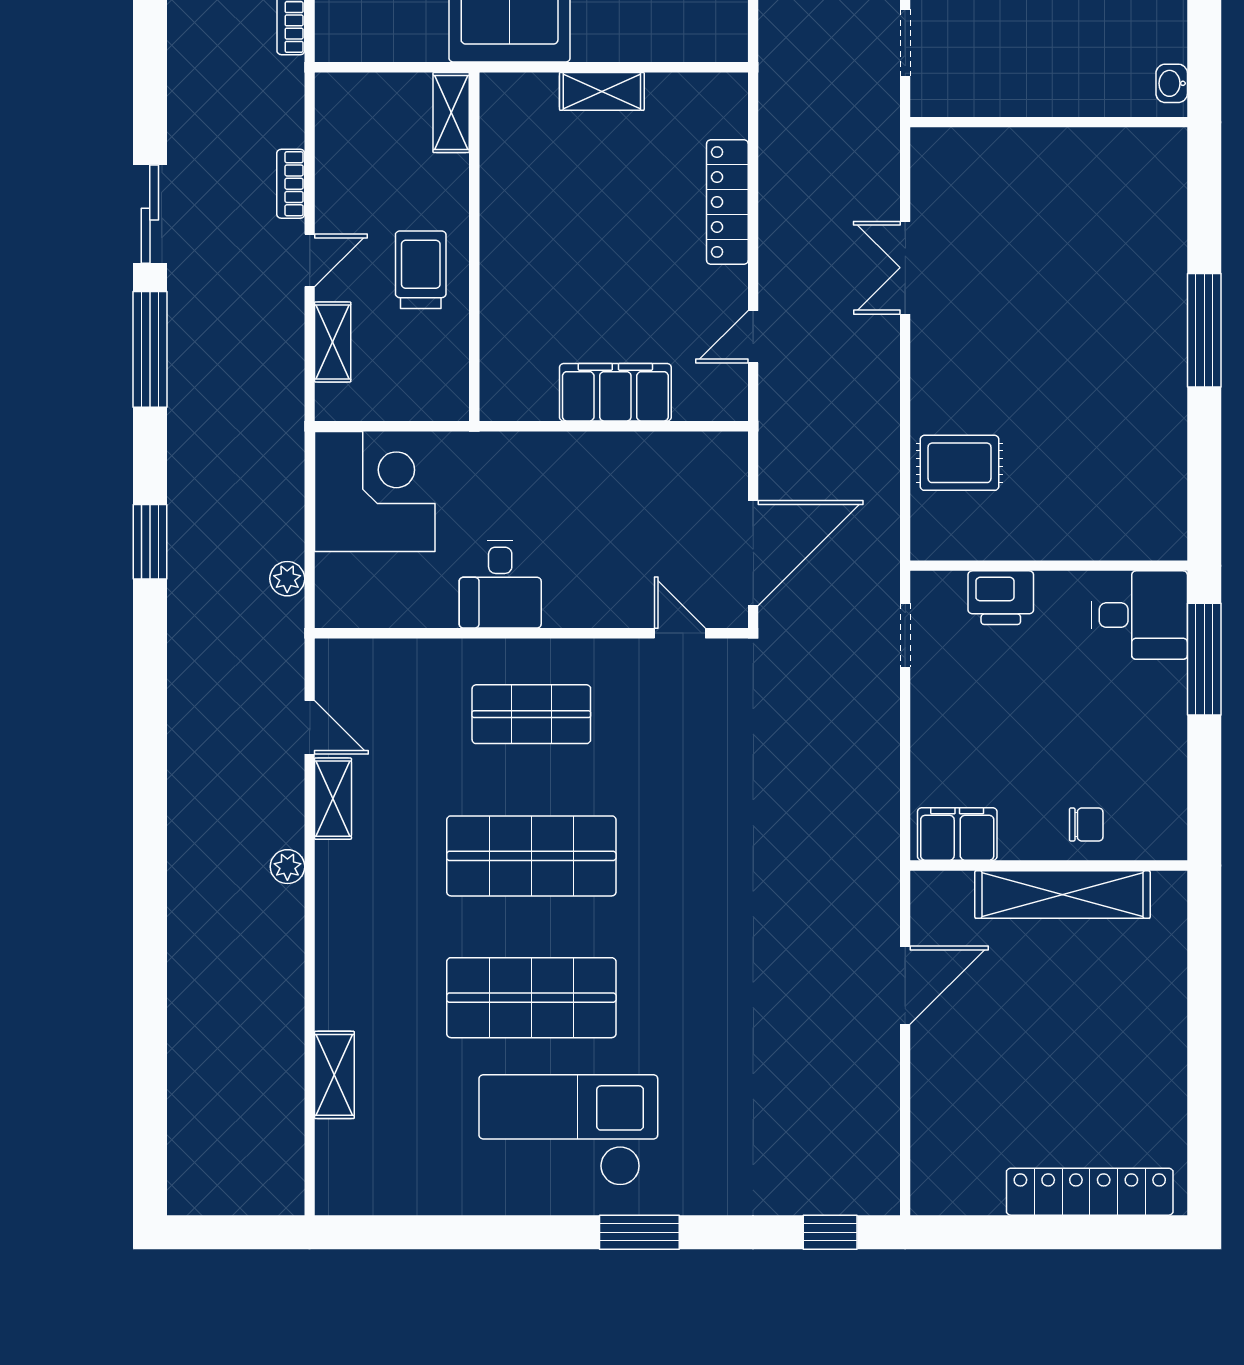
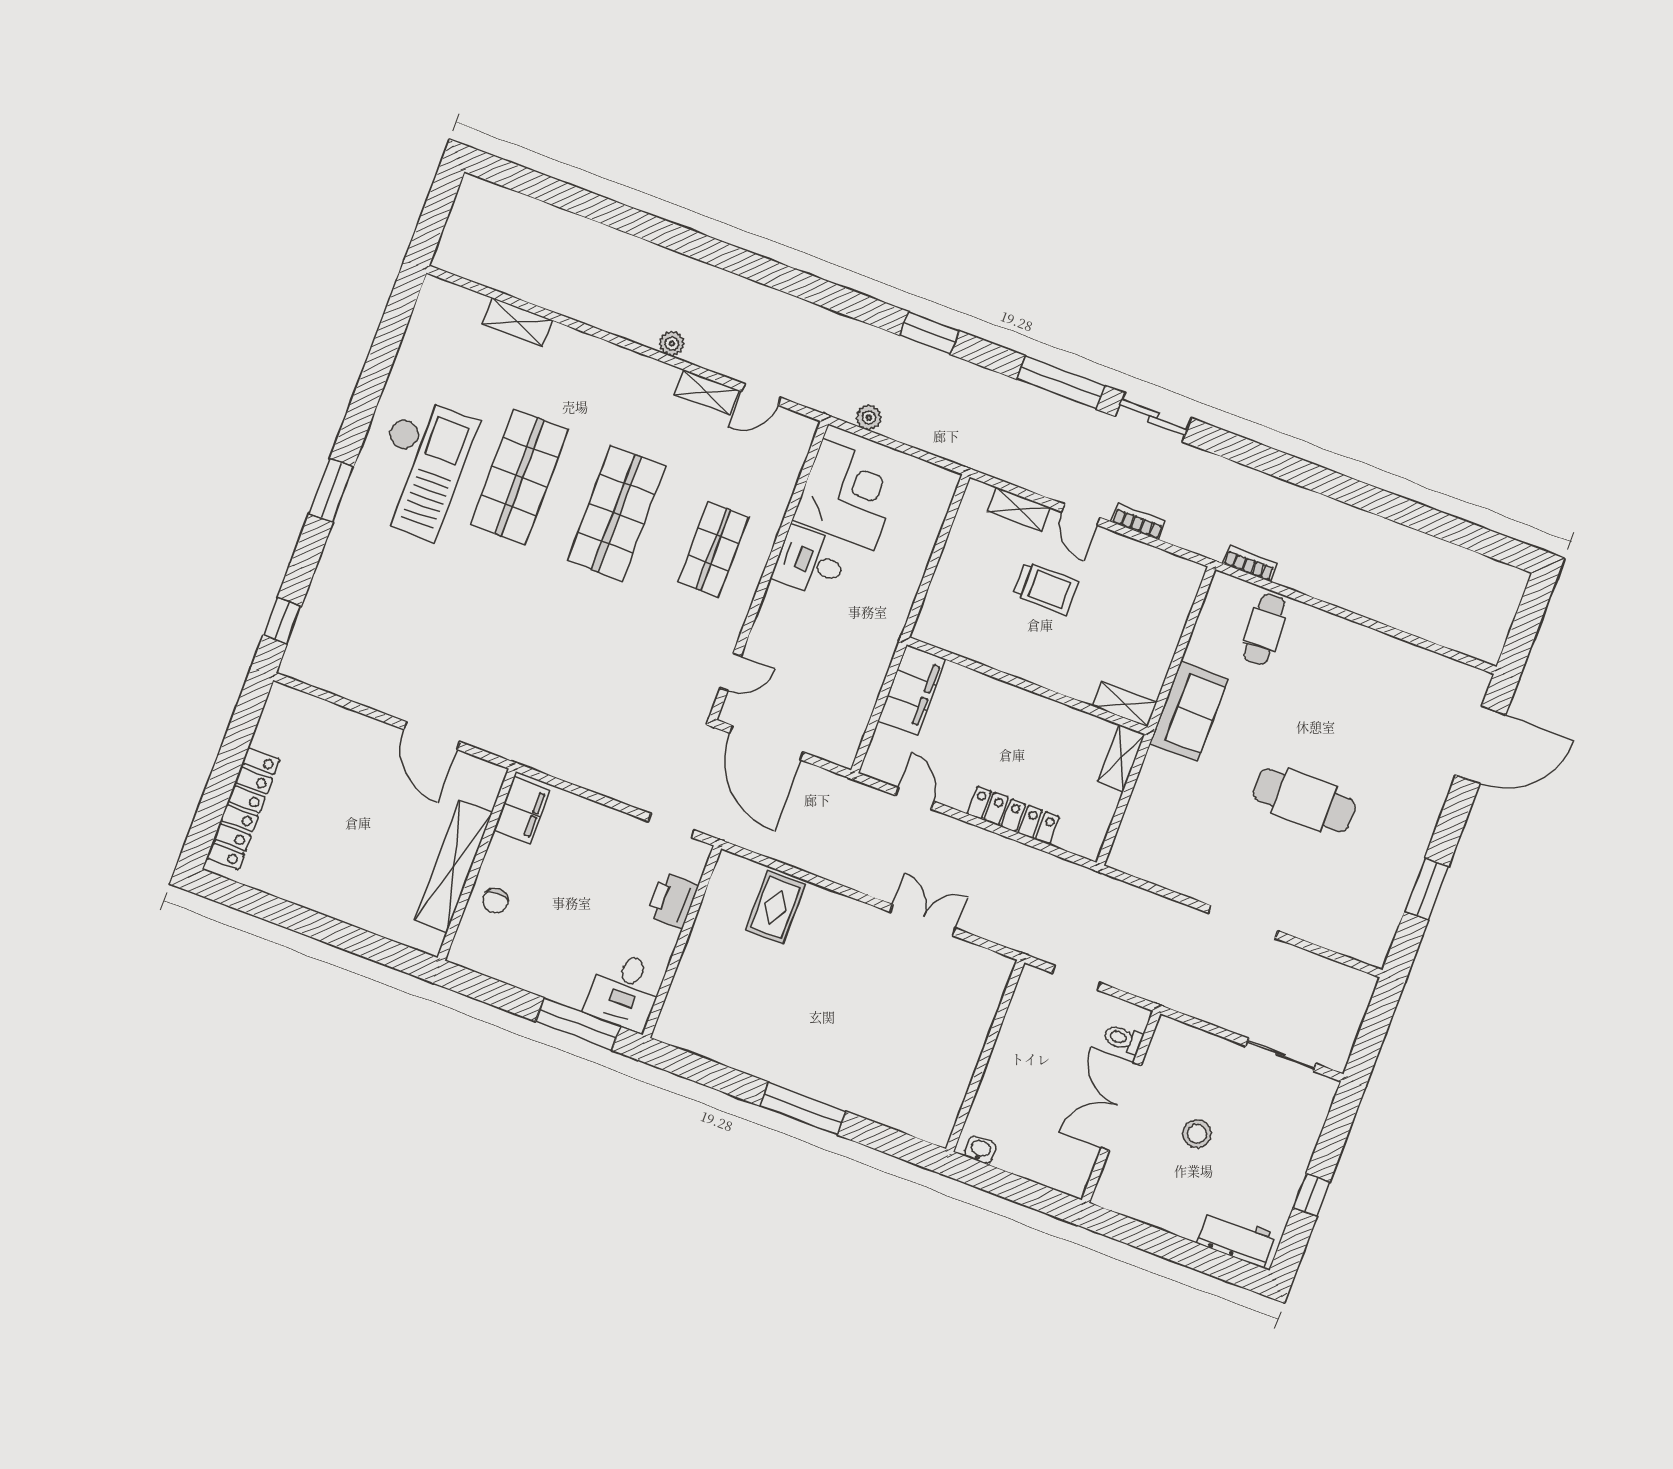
shelving: (451, 112) -> (1125, 704), moved
wall: (474, 247) -> (1027, 686), moved
corner desk: (375, 491) -> (848, 494), moved, turned -90

